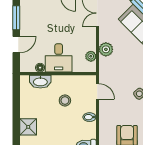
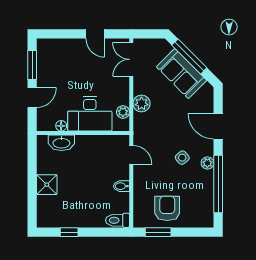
desk: (59, 58) -> (90, 114), width x1.37
stool: (65, 100) -> (91, 166), removed
shower: (28, 127) -> (47, 185), moved

